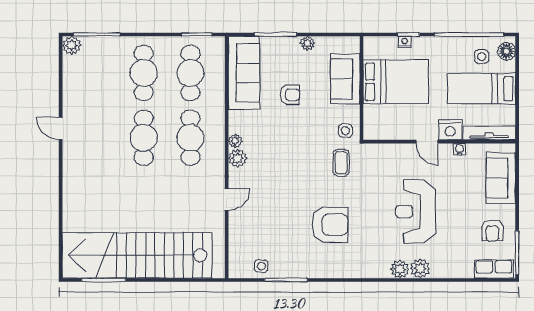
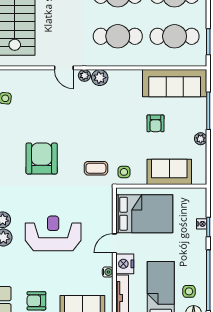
bed: (396, 82) -> (144, 214), moved, turned -90
plant: (235, 141) -> (84, 75), moved
armchair: (330, 225) -> (42, 158), turned 180

